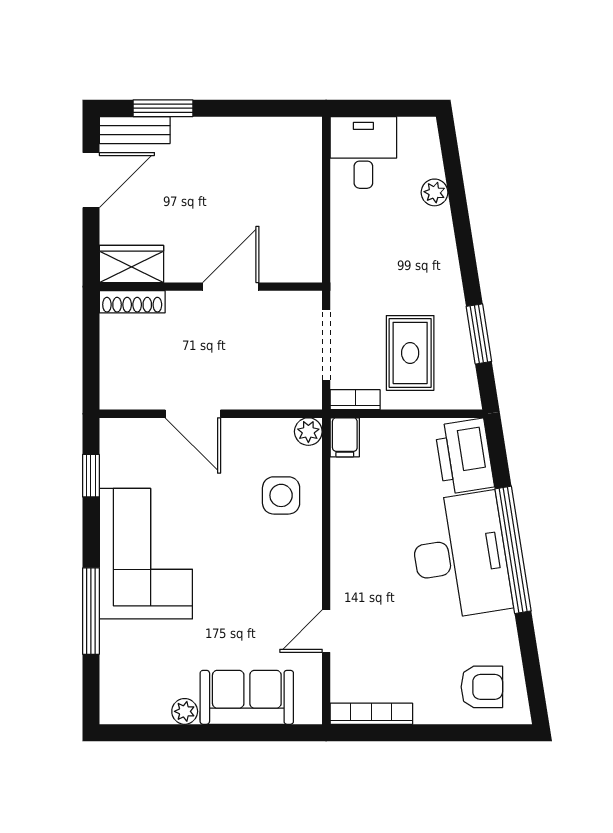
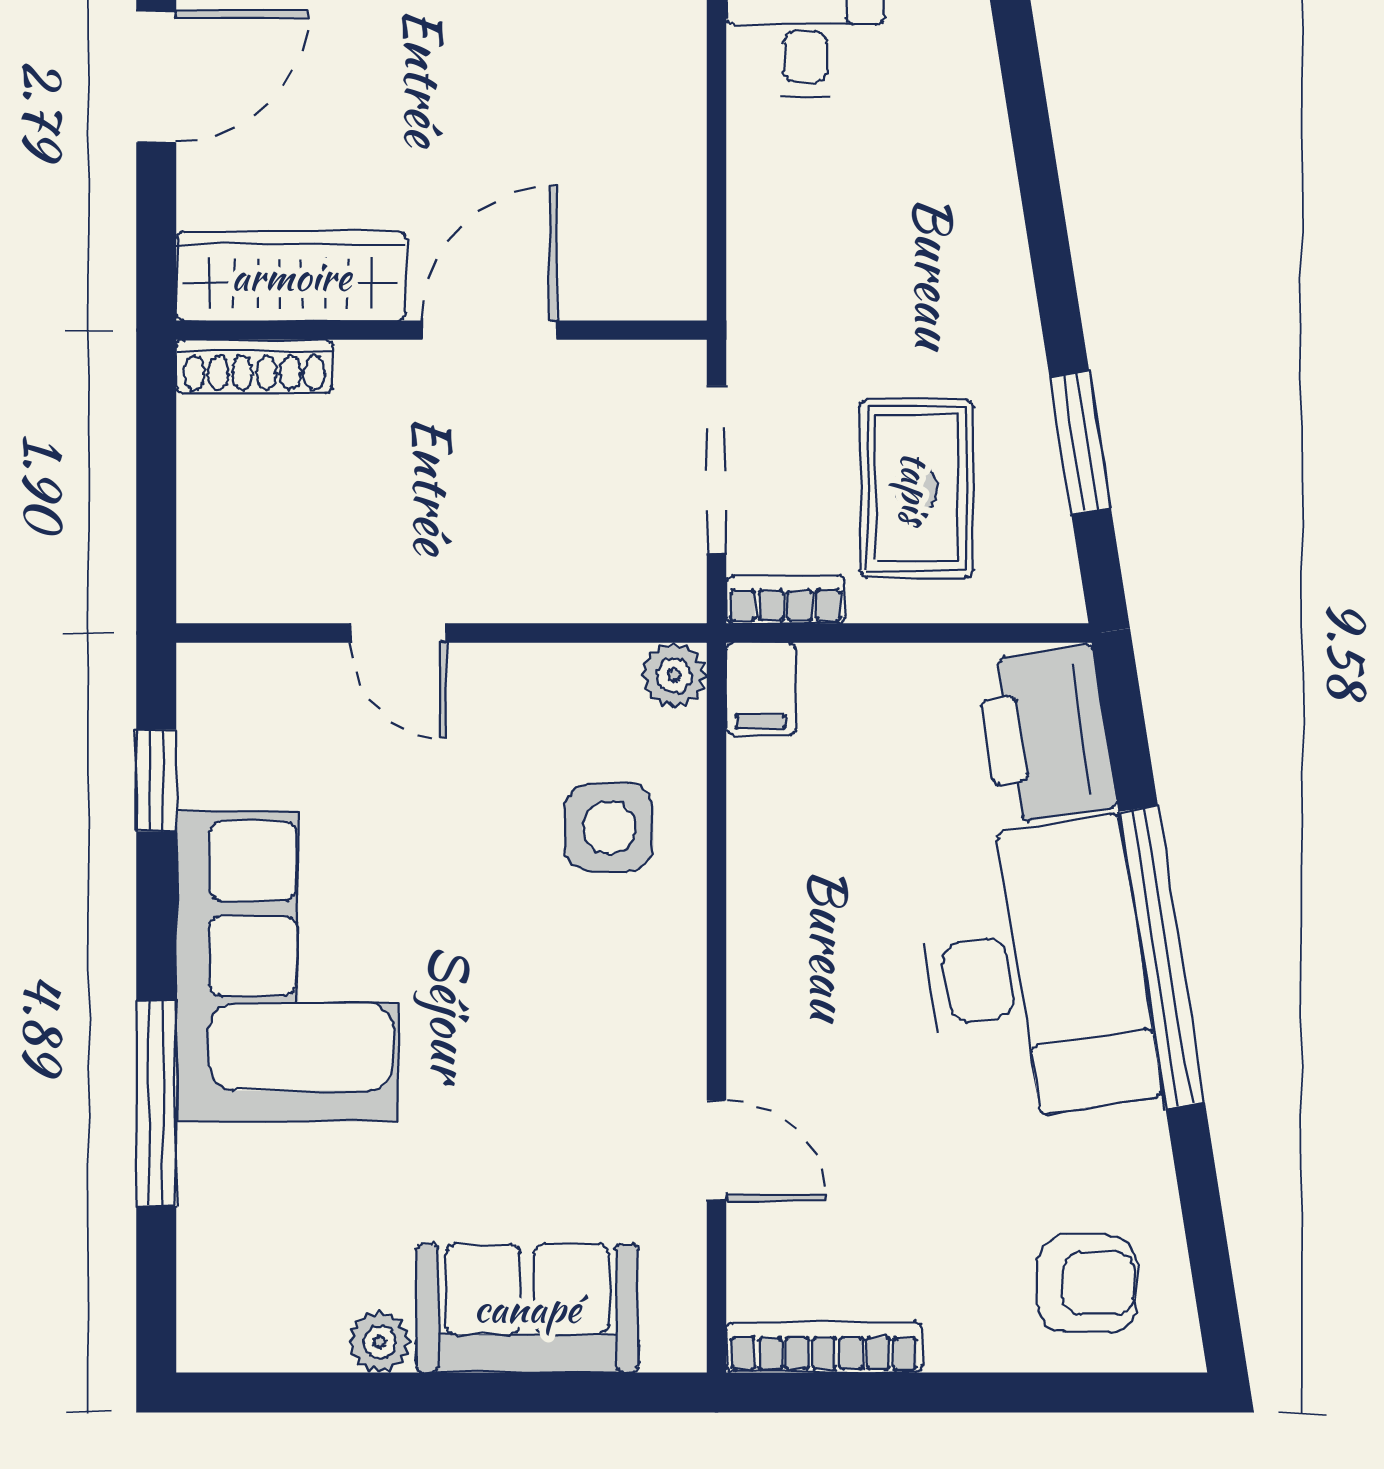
plant: (434, 192) -> (974, 106), removed
wardrobe: (131, 264) -> (291, 276), width x1.50
door: (193, 414) -> (399, 633), width x0.73
door: (326, 631) -> (716, 1151), swing flipped

